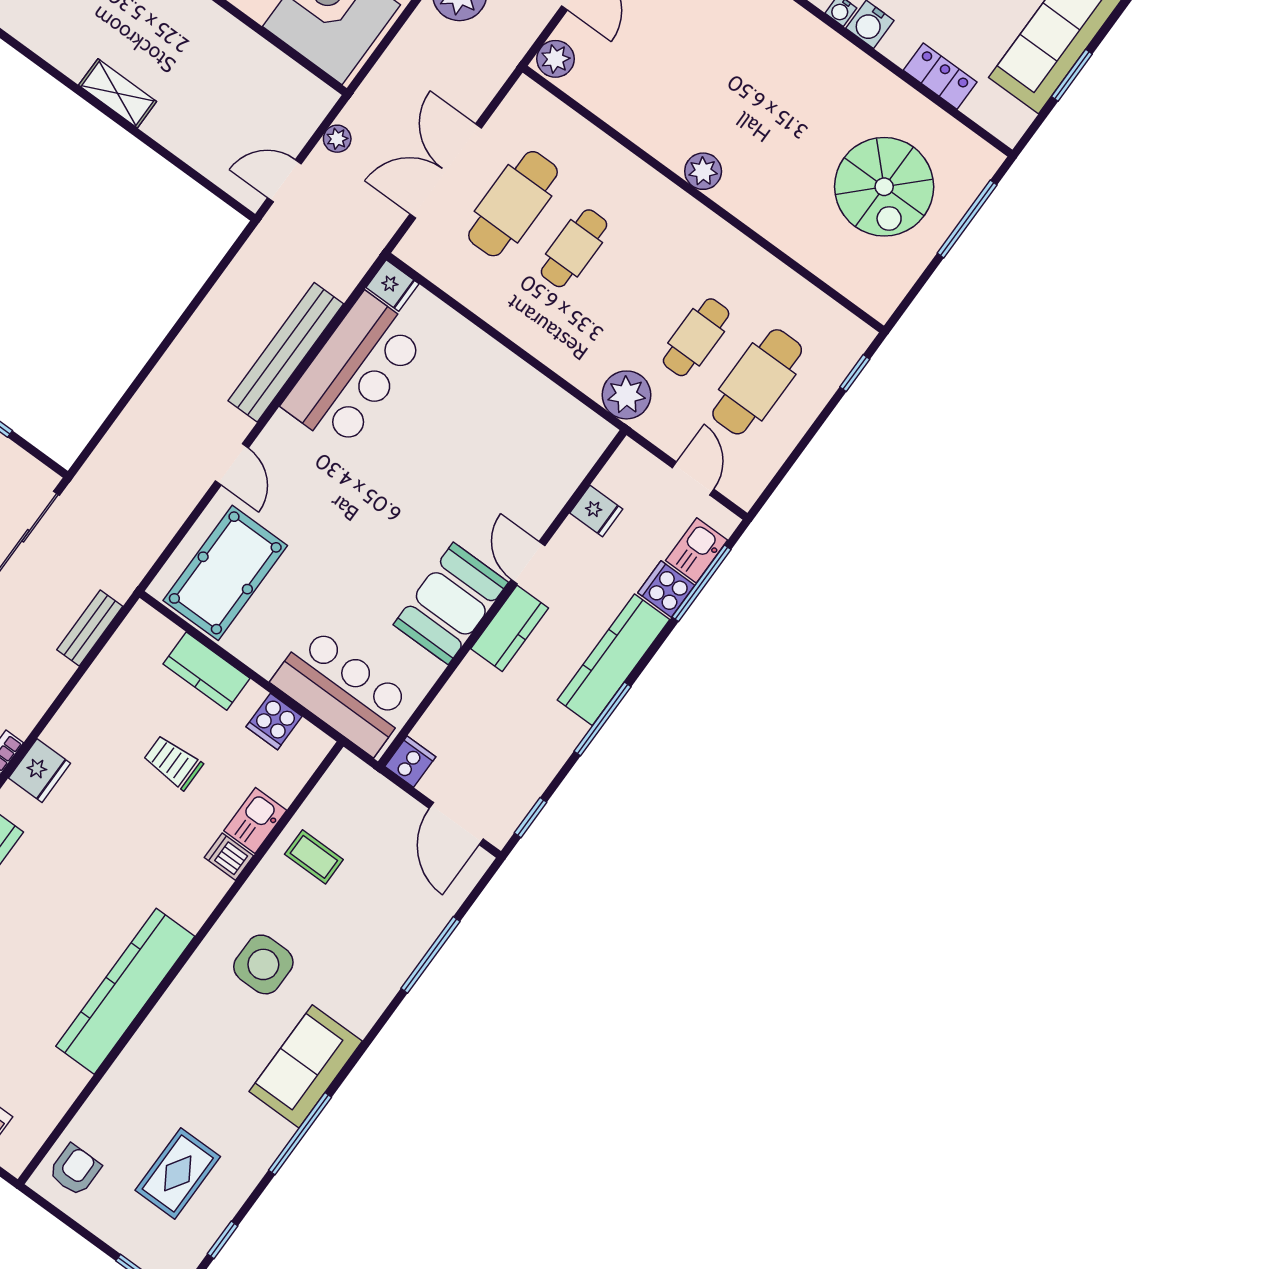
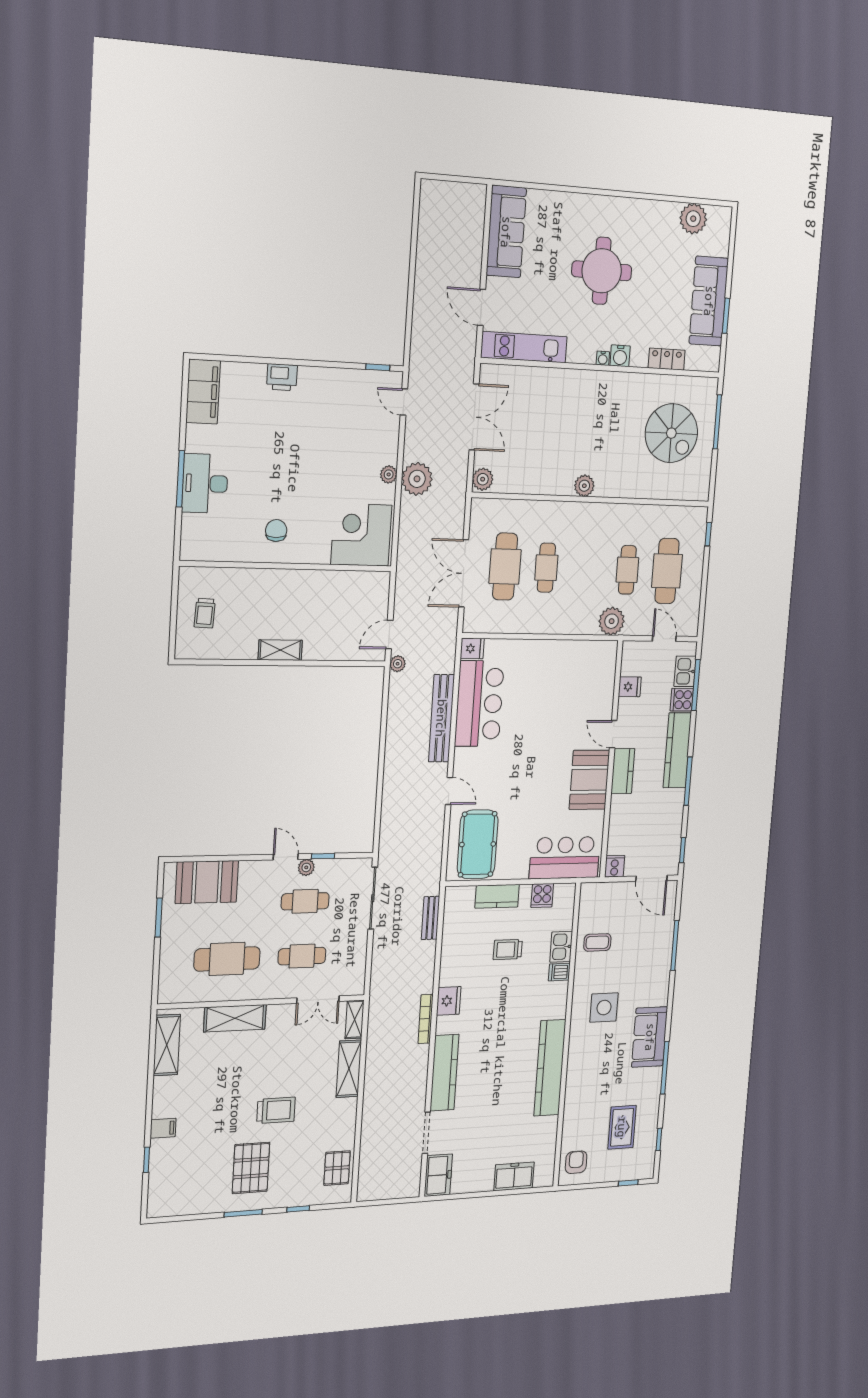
plant: (337, 139) -> (398, 664), moved

